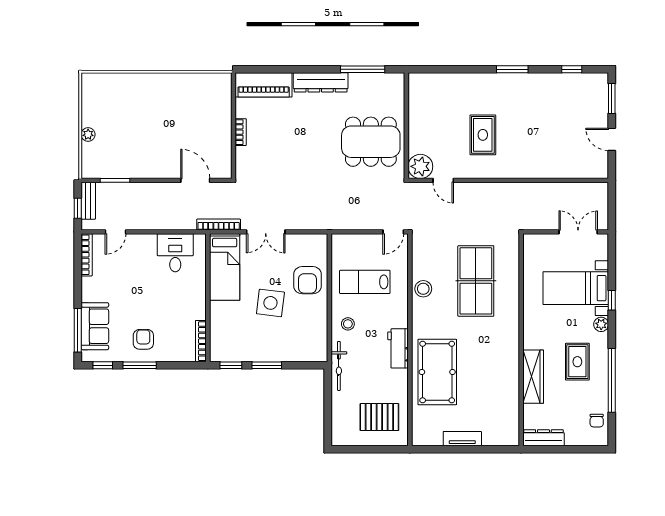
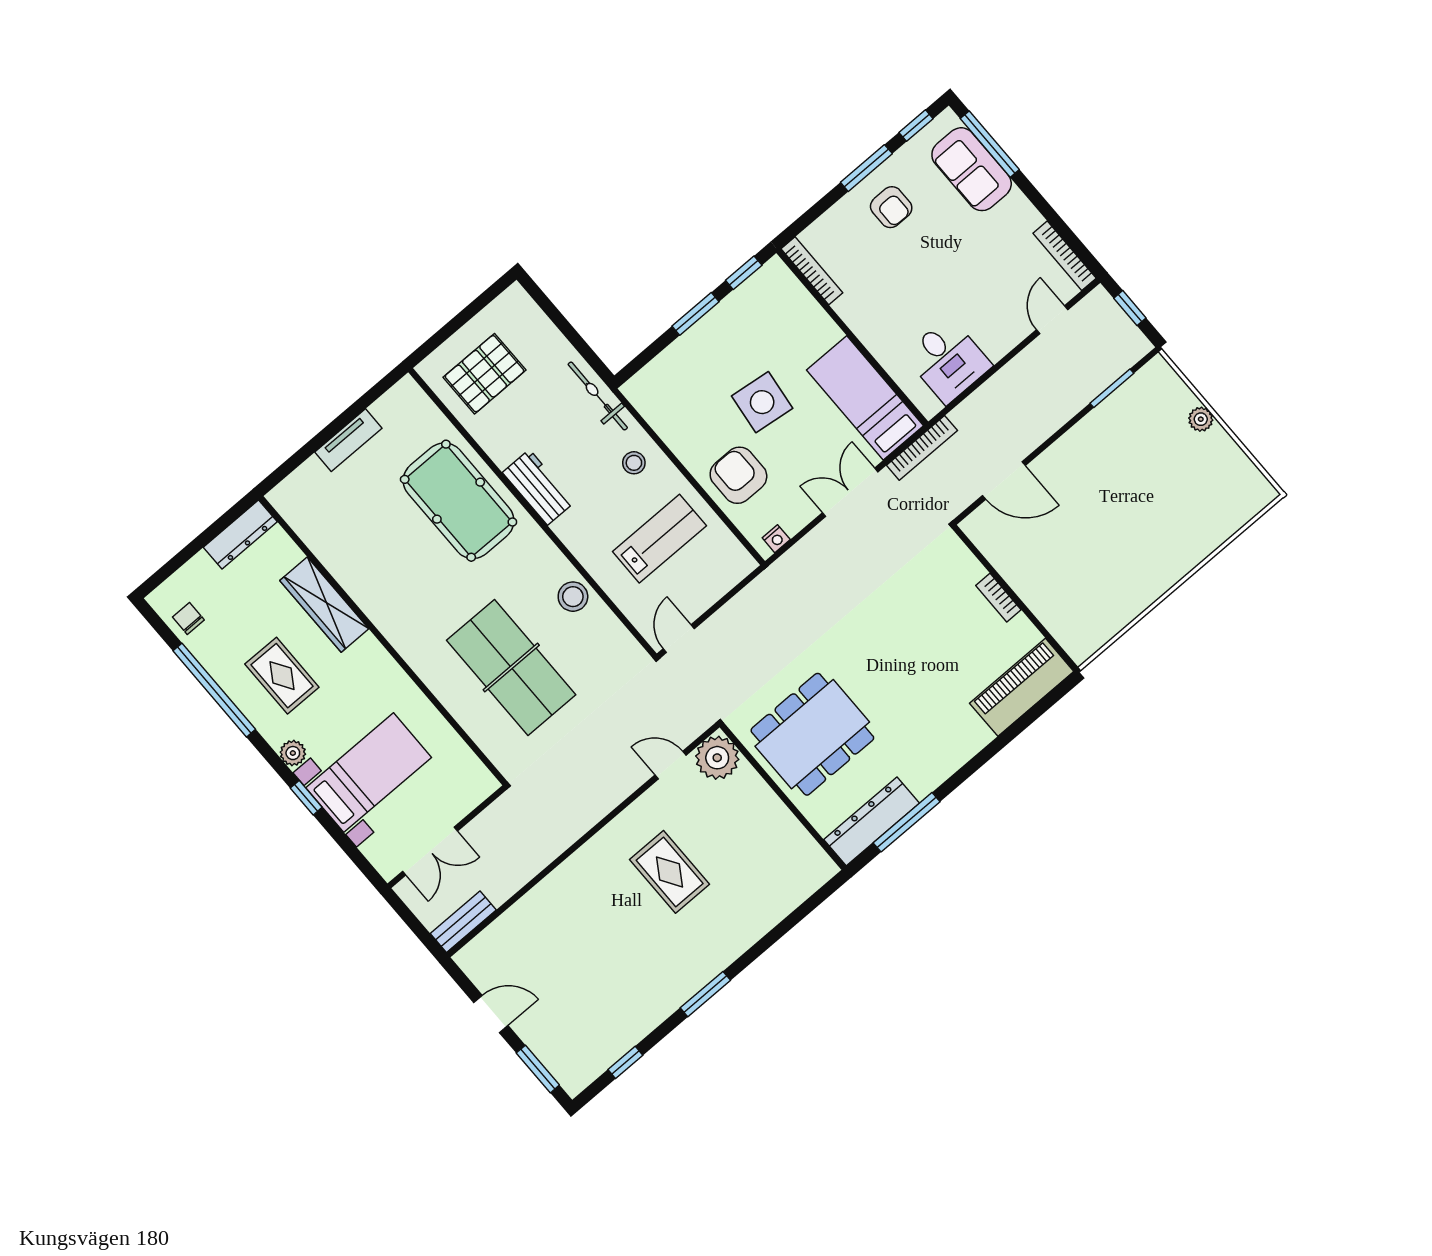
dresser: (321, 82) -> (872, 821), moved
bench: (88, 201) -> (463, 922), moved, turned 90
nightstand: (315, 239) -> (776, 539), added

